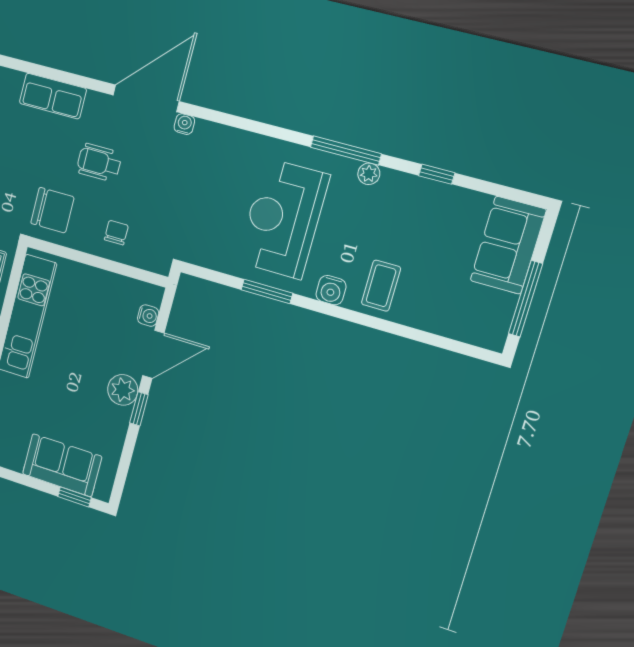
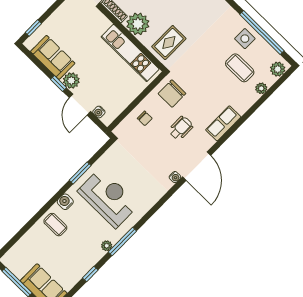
sofa: (62, 465) -> (53, 57), moved, turned -90

